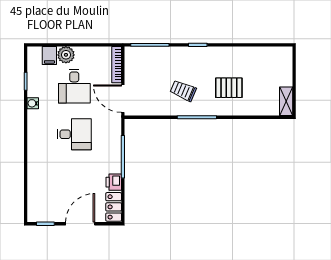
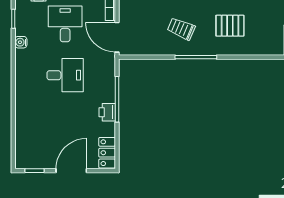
desk: (74, 86) -> (65, 24), turned 180
printer: (114, 182) -> (107, 112), moved

